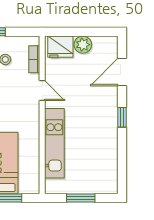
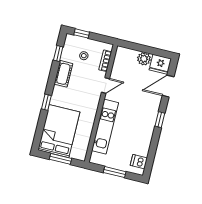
fridge: (60, 47) -> (160, 64), moved
door: (42, 91) -> (105, 85), hinge flipped
dishwasher: (108, 177) -> (139, 162), added

